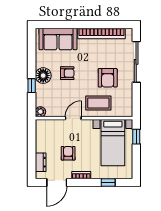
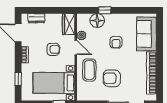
floor lamp: (43, 76) -> (97, 21), moved
plant: (40, 112) -> (82, 35), moved
wardrobe: (47, 126) -> (69, 24), added
armchair: (68, 153) -> (53, 49), moved

